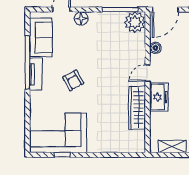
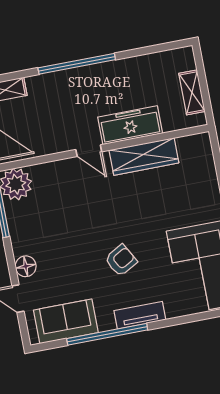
boiler: (155, 48) -> (49, 146), removed
tv unit: (36, 74) -> (140, 315), moved
freezer: (159, 97) -> (130, 125), width x1.40

